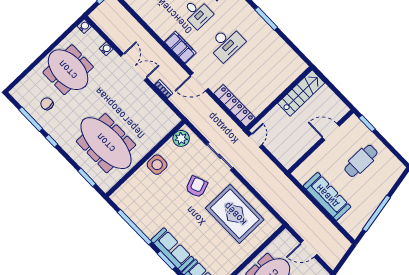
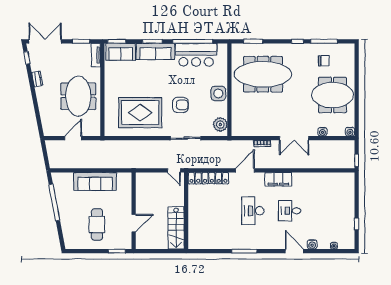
armchair: (197, 187) -> (180, 105), turned -69
bar counter: (143, 214) -> (196, 55), added

